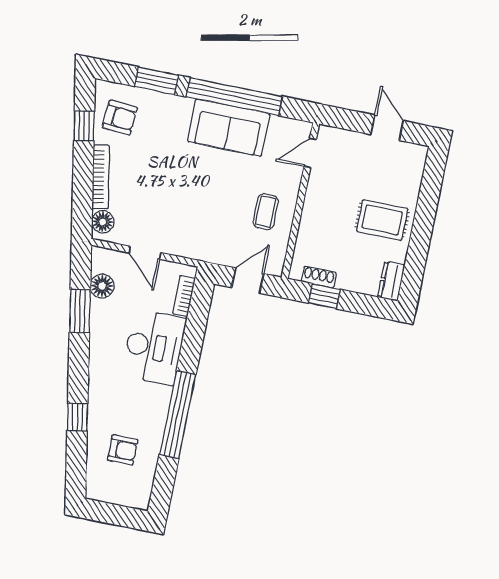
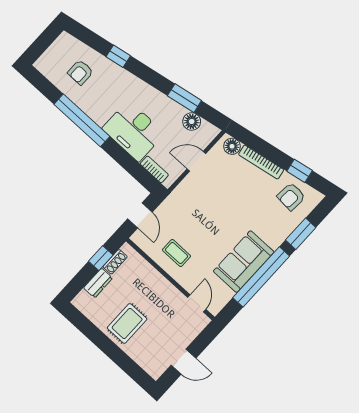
dresser: (391, 281) -> (98, 283), moved, turned 90

